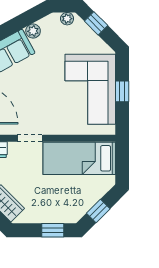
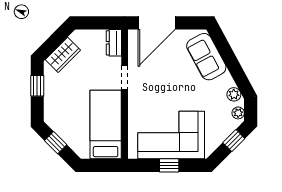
plant: (33, 31) -> (234, 94), moved
window: (53, 230) -> (37, 86), moved

